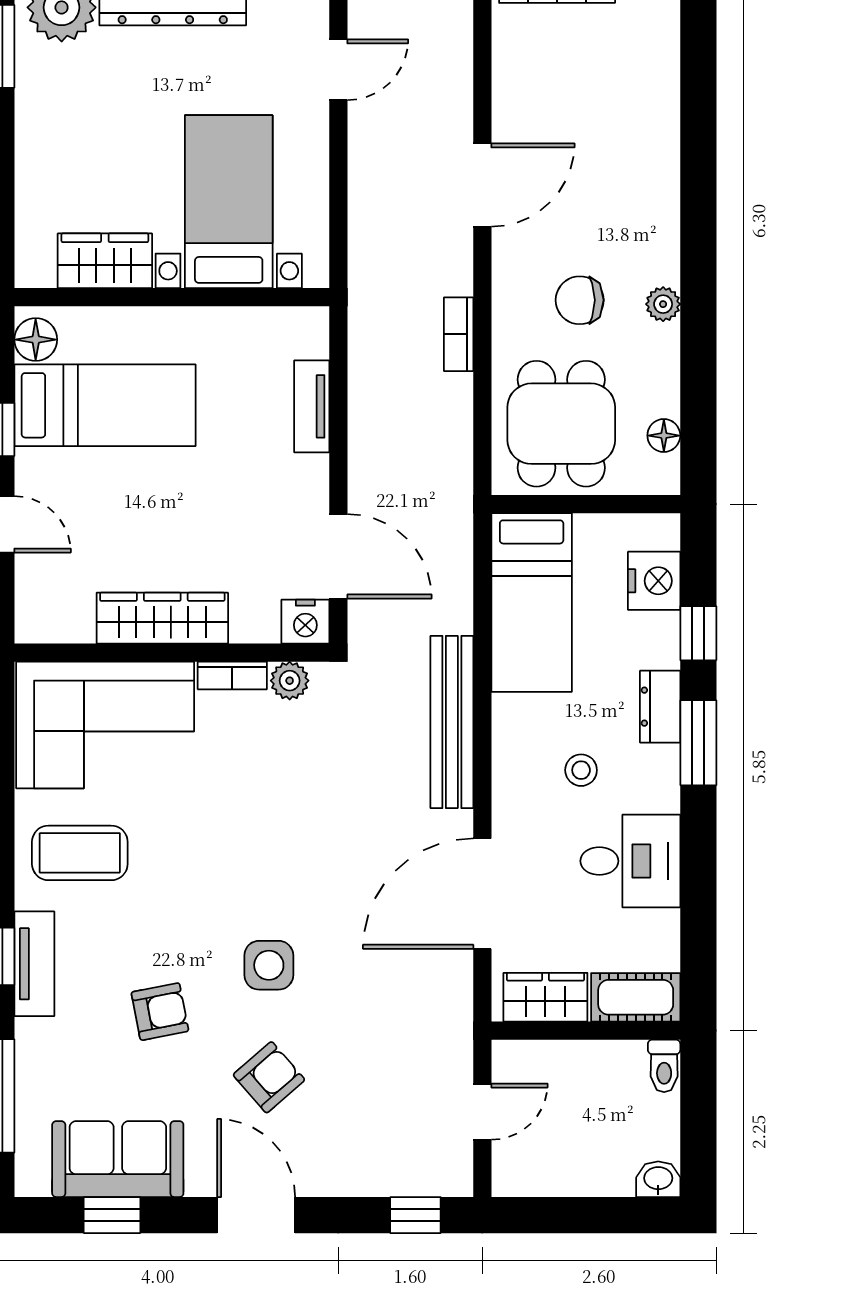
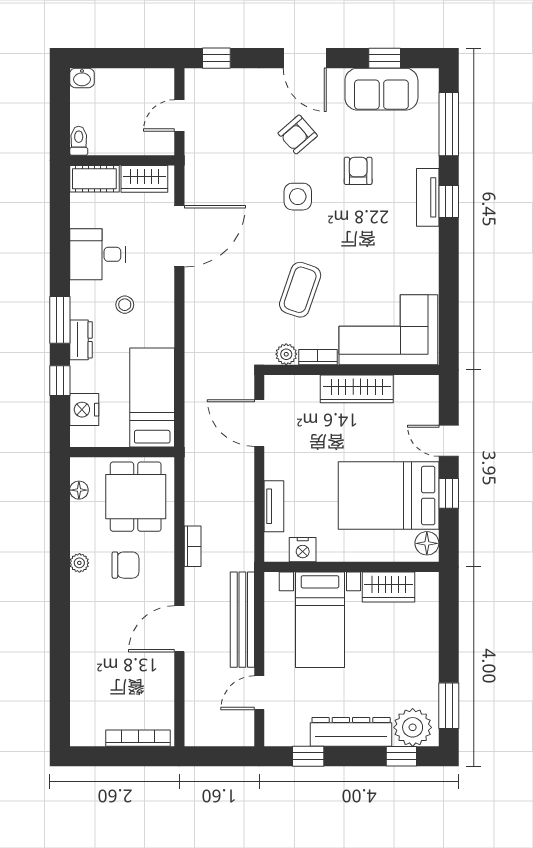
bed: (105, 405) -> (389, 496), width x1.50
nightstand: (305, 622) -> (303, 550), moved, turned 180
bench: (452, 722) -> (242, 620), moved
coffee table: (80, 853) -> (300, 290), moved, turned -71
armchair: (160, 1012) -> (358, 171), turned 101

